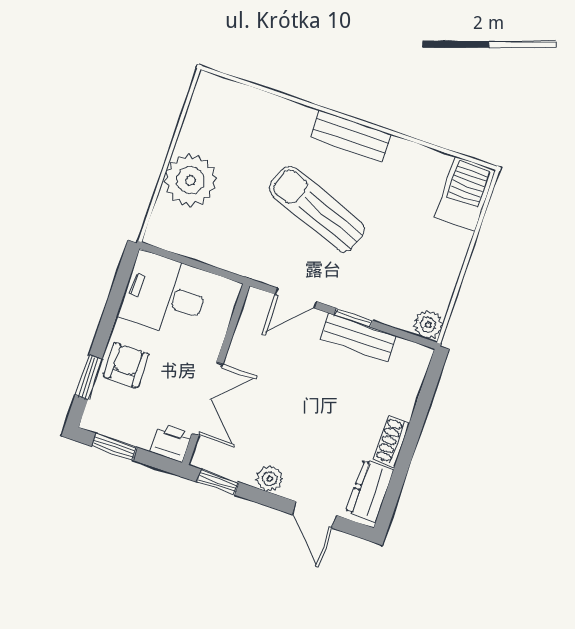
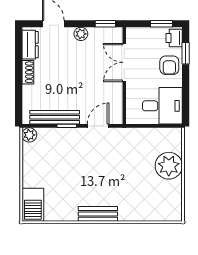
sun lounger: (317, 209) -> (102, 173), removed
bench: (358, 337) -> (55, 117), width x1.36
printer: (171, 442) -> (174, 38), moved, turned 90

